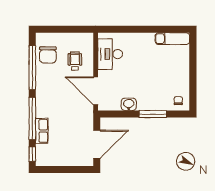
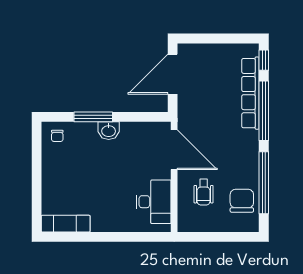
washbasin: (129, 104) -> (109, 131), moved
row of seats: (42, 131) -> (250, 93), width x2.02

